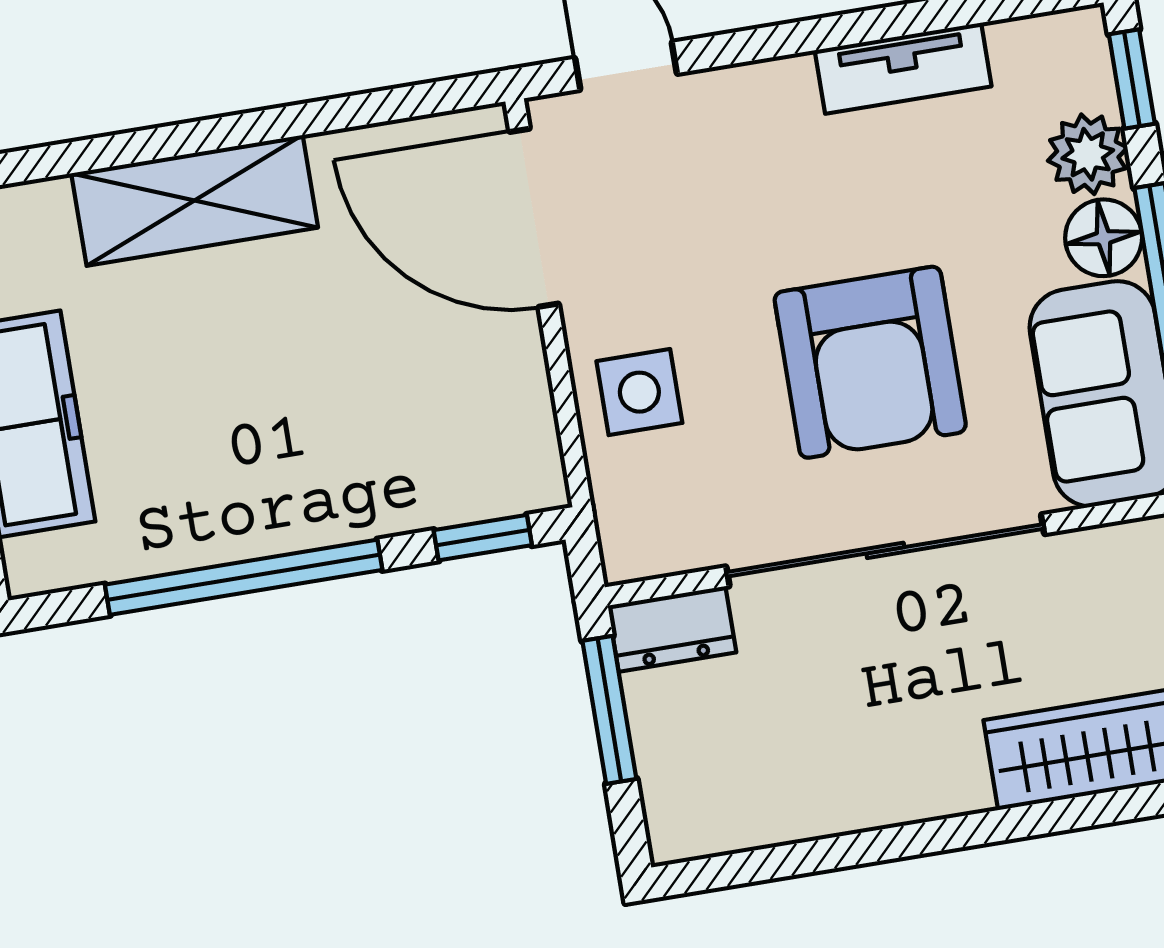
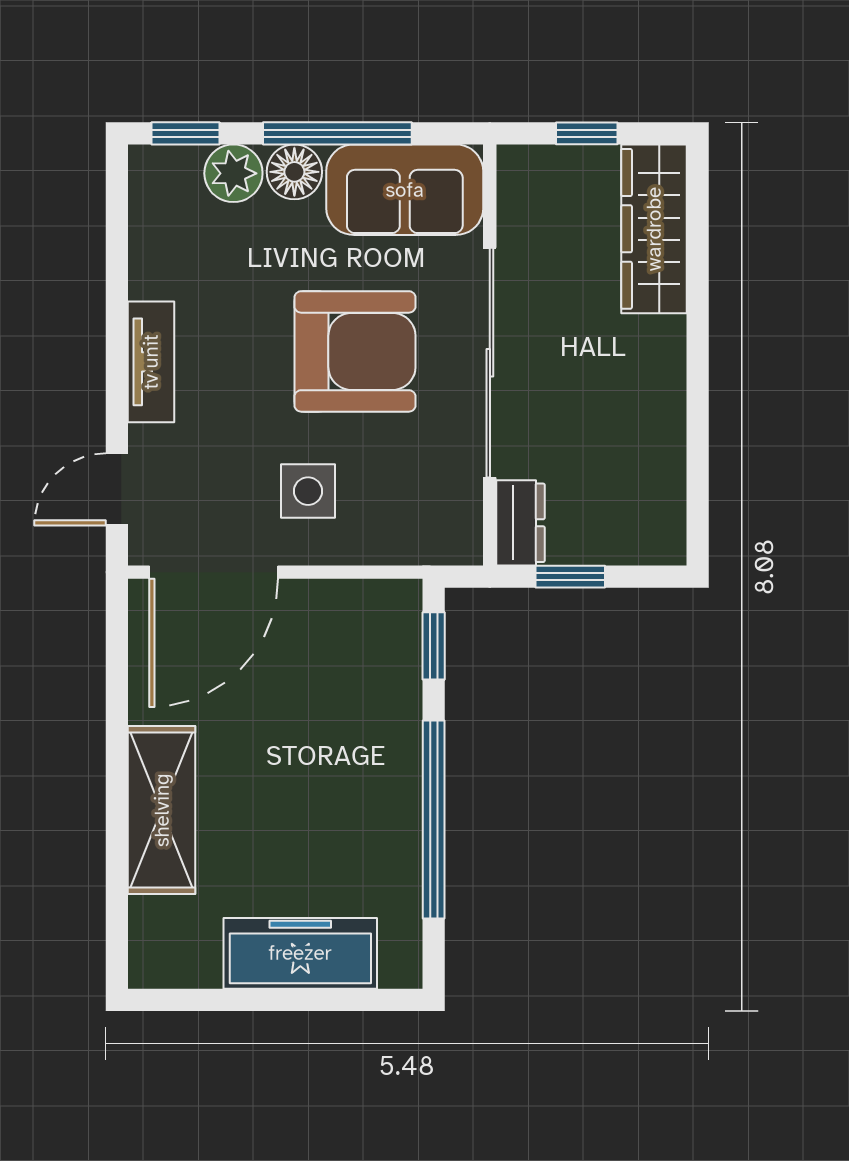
tv unit: (903, 68) -> (151, 362), moved
side table: (639, 392) -> (308, 491), moved
window: (609, 710) -> (570, 577), width x0.67

